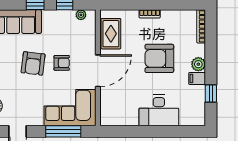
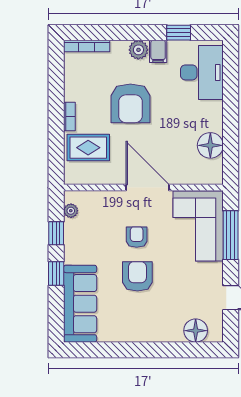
rug: (111, 34) -> (88, 148), moved
armchair: (33, 63) -> (137, 276), turned -97
desk: (159, 110) -> (202, 72), moved
floor lamp: (129, 117) -> (210, 145), added

